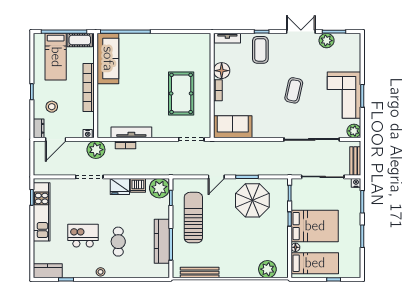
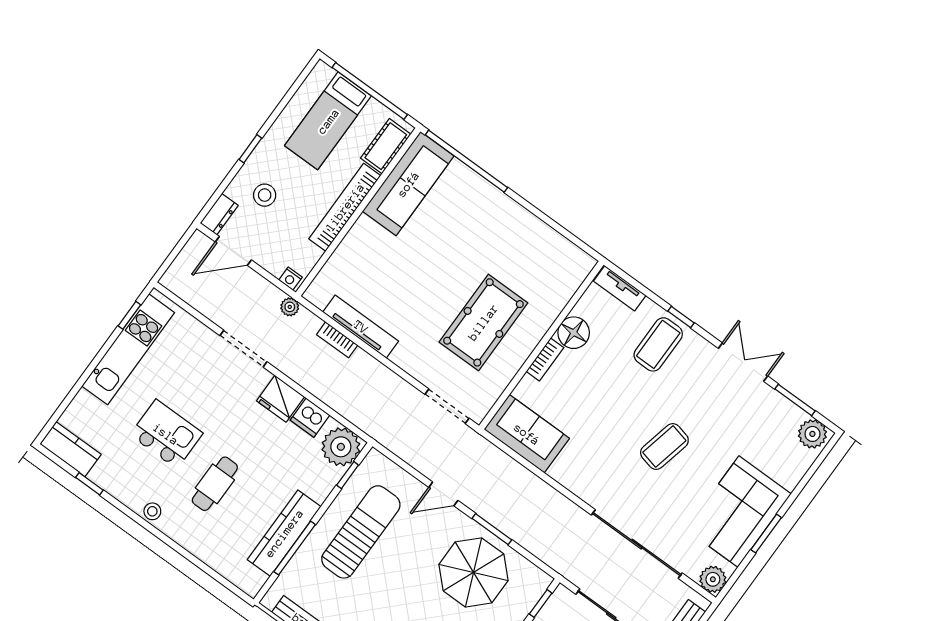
cot: (80, 40) -> (386, 146), moved, turned 90
plant: (327, 41) -> (812, 434), moved
plant: (96, 150) -> (290, 307), width x0.53, depth x0.53

